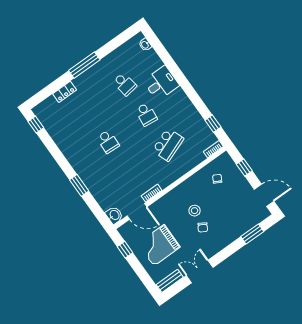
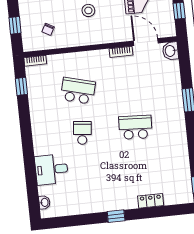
window: (84, 65) -> (116, 216), width x0.46
desk: (161, 83) -> (51, 169), moved
school desk: (125, 84) -> (87, 175), removed
school desk: (108, 142) -> (135, 127), width x1.85
school desk: (168, 145) -> (78, 91), turned 36

